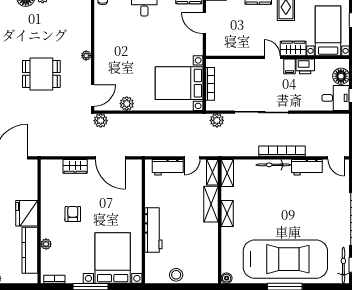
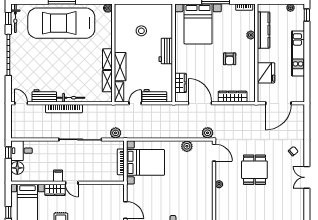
printer: (305, 66) -> (46, 176), removed
dining table: (41, 74) -> (254, 170), turned 90
door: (93, 95) -> (214, 153), swing flipped
wardrobe: (75, 166) -> (233, 97), width x1.50
shelving: (227, 173) -> (107, 81), moved
wardrobe: (135, 183) -> (181, 83), added
fridge: (27, 213) -> (266, 73), moved
workbench: (153, 230) -> (166, 51), width x0.73
stool: (176, 275) -> (141, 31), moved

